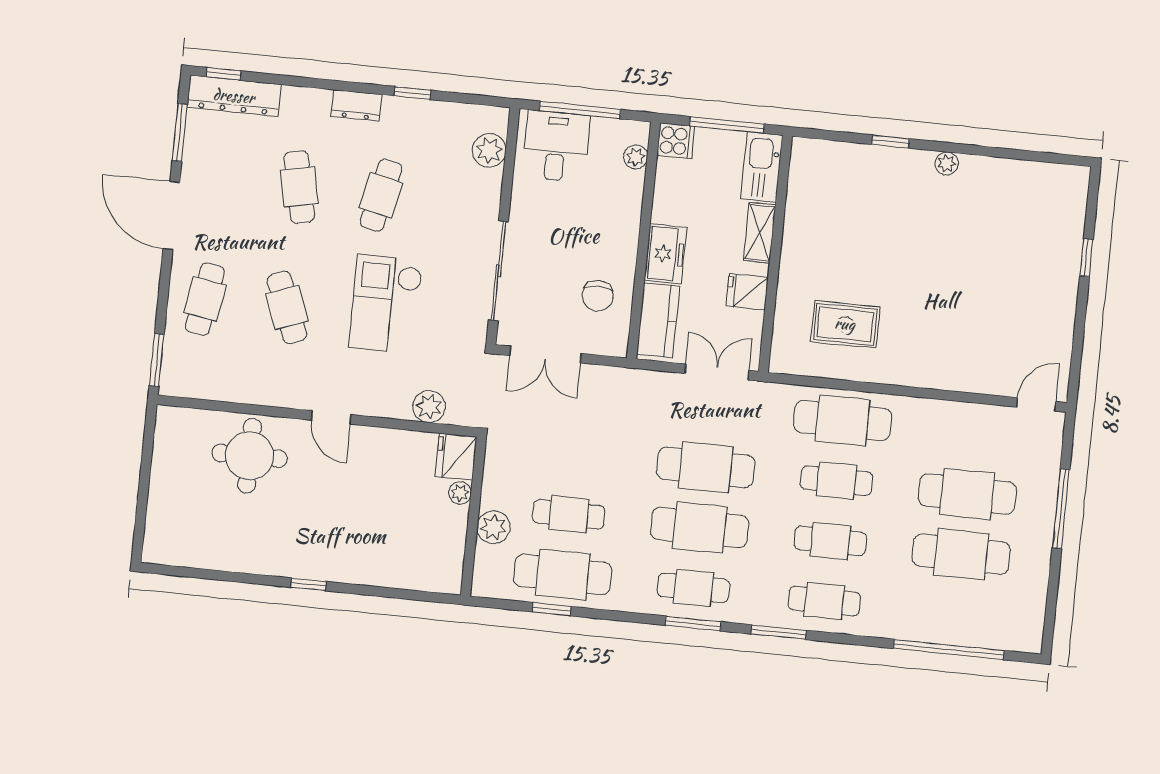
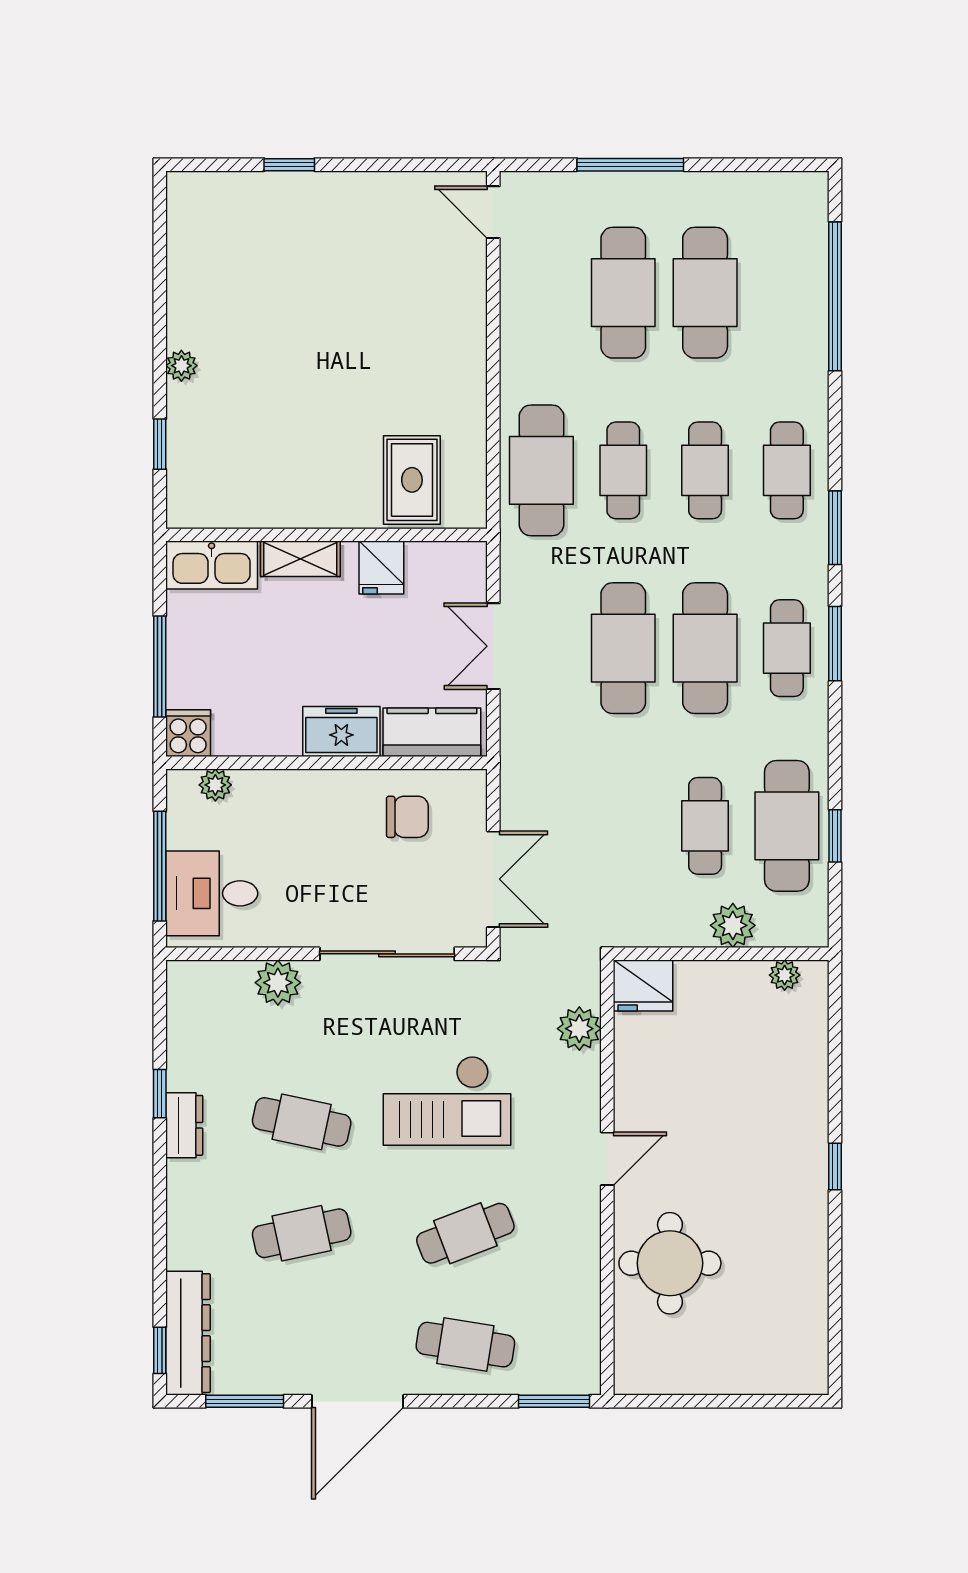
dresser: (356, 105) -> (184, 1125), moved
plant: (489, 150) -> (278, 983), moved
kitchen sink: (762, 167) -> (212, 565), moved
shelving: (760, 233) -> (300, 559), moved
wall: (775, 254) -> (327, 535), moved
fridge: (747, 292) -> (381, 567), moved
plant: (460, 493) -> (785, 975), moved

